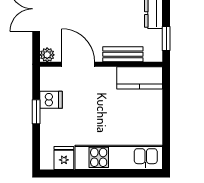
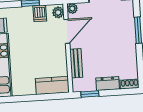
plant: (51, 75) -> (58, 12), added
kitchen counter: (140, 78) -> (52, 85), moved, turned 90

